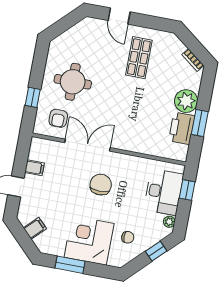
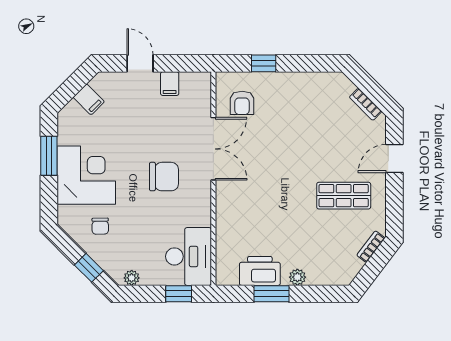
bookcase: (76, 29) -> (366, 104), added
bookcase: (193, 60) -> (371, 247), moved
round table: (73, 82) -> (295, 113), removed
plant: (186, 101) -> (297, 277), width x0.53, depth x0.53
armchair: (58, 118) -> (242, 103), turned -90
desk: (164, 192) -> (189, 256), moved, turned -90

